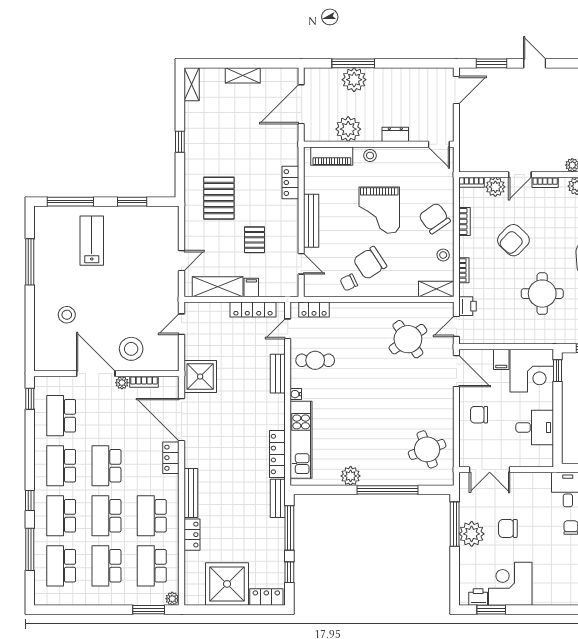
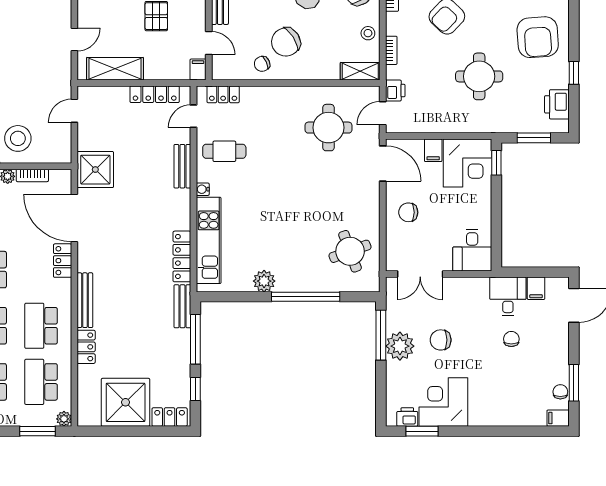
filing cabinet: (251, 287) -> (198, 70), moved
round table: (408, 339) -> (328, 128), turned 35
desk: (535, 427) -> (472, 250), moved, turned 90

